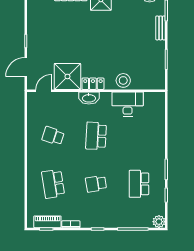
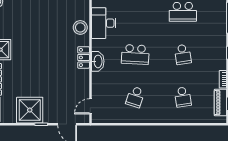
shower: (67, 76) -> (30, 110), moved
door: (44, 91) -> (90, 106), hinge flipped
school desk: (53, 184) -> (183, 97), width x0.54

